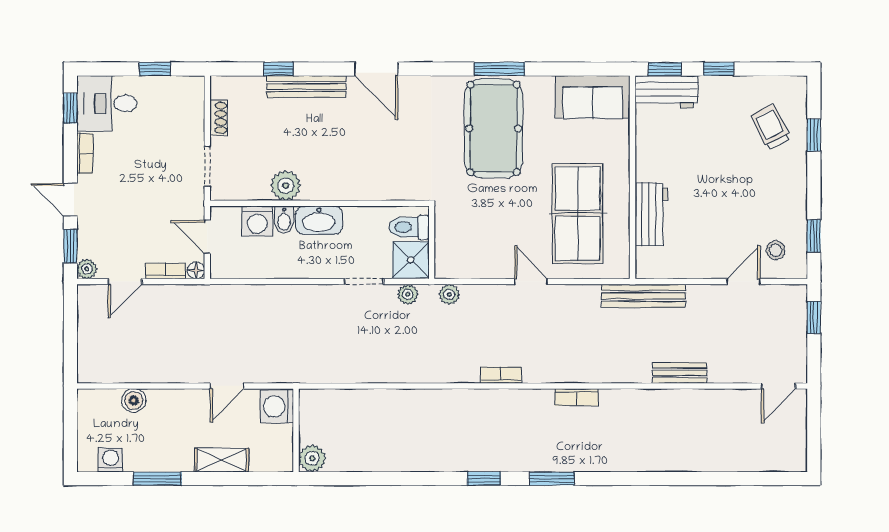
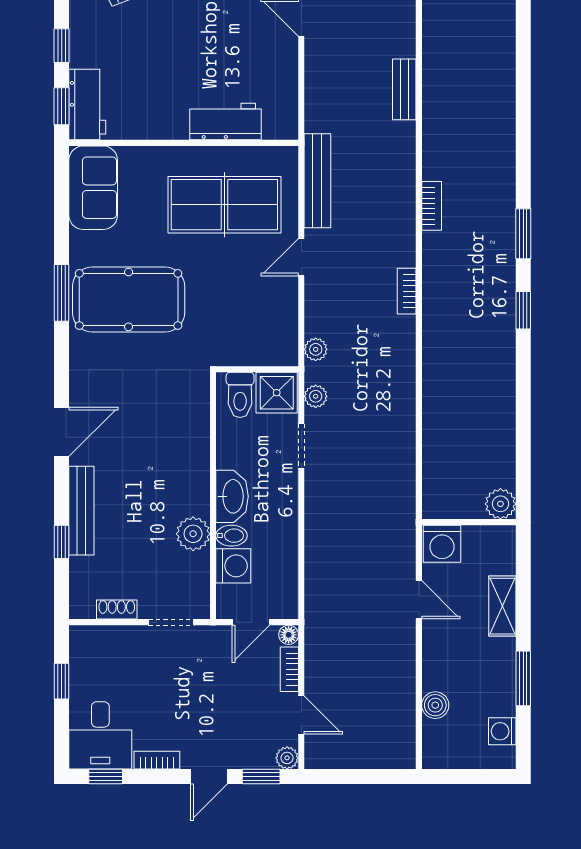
bench: (644, 296) -> (317, 181), moved

